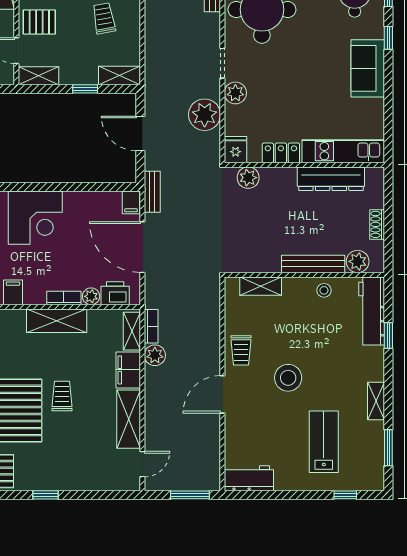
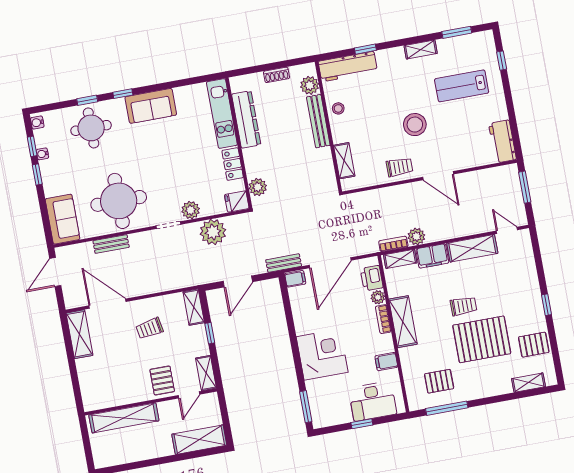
trolley: (62, 396) -> (463, 306), turned 180

